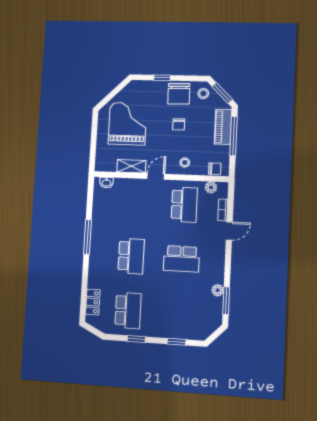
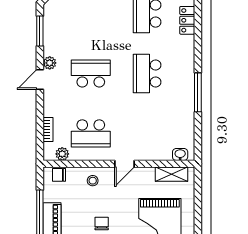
shelving: (131, 166) -> (171, 174), moved
school desk: (184, 205) -> (91, 133), turned -90
door: (229, 231) -> (40, 80), moved
plant: (218, 290) -> (50, 63), moved

